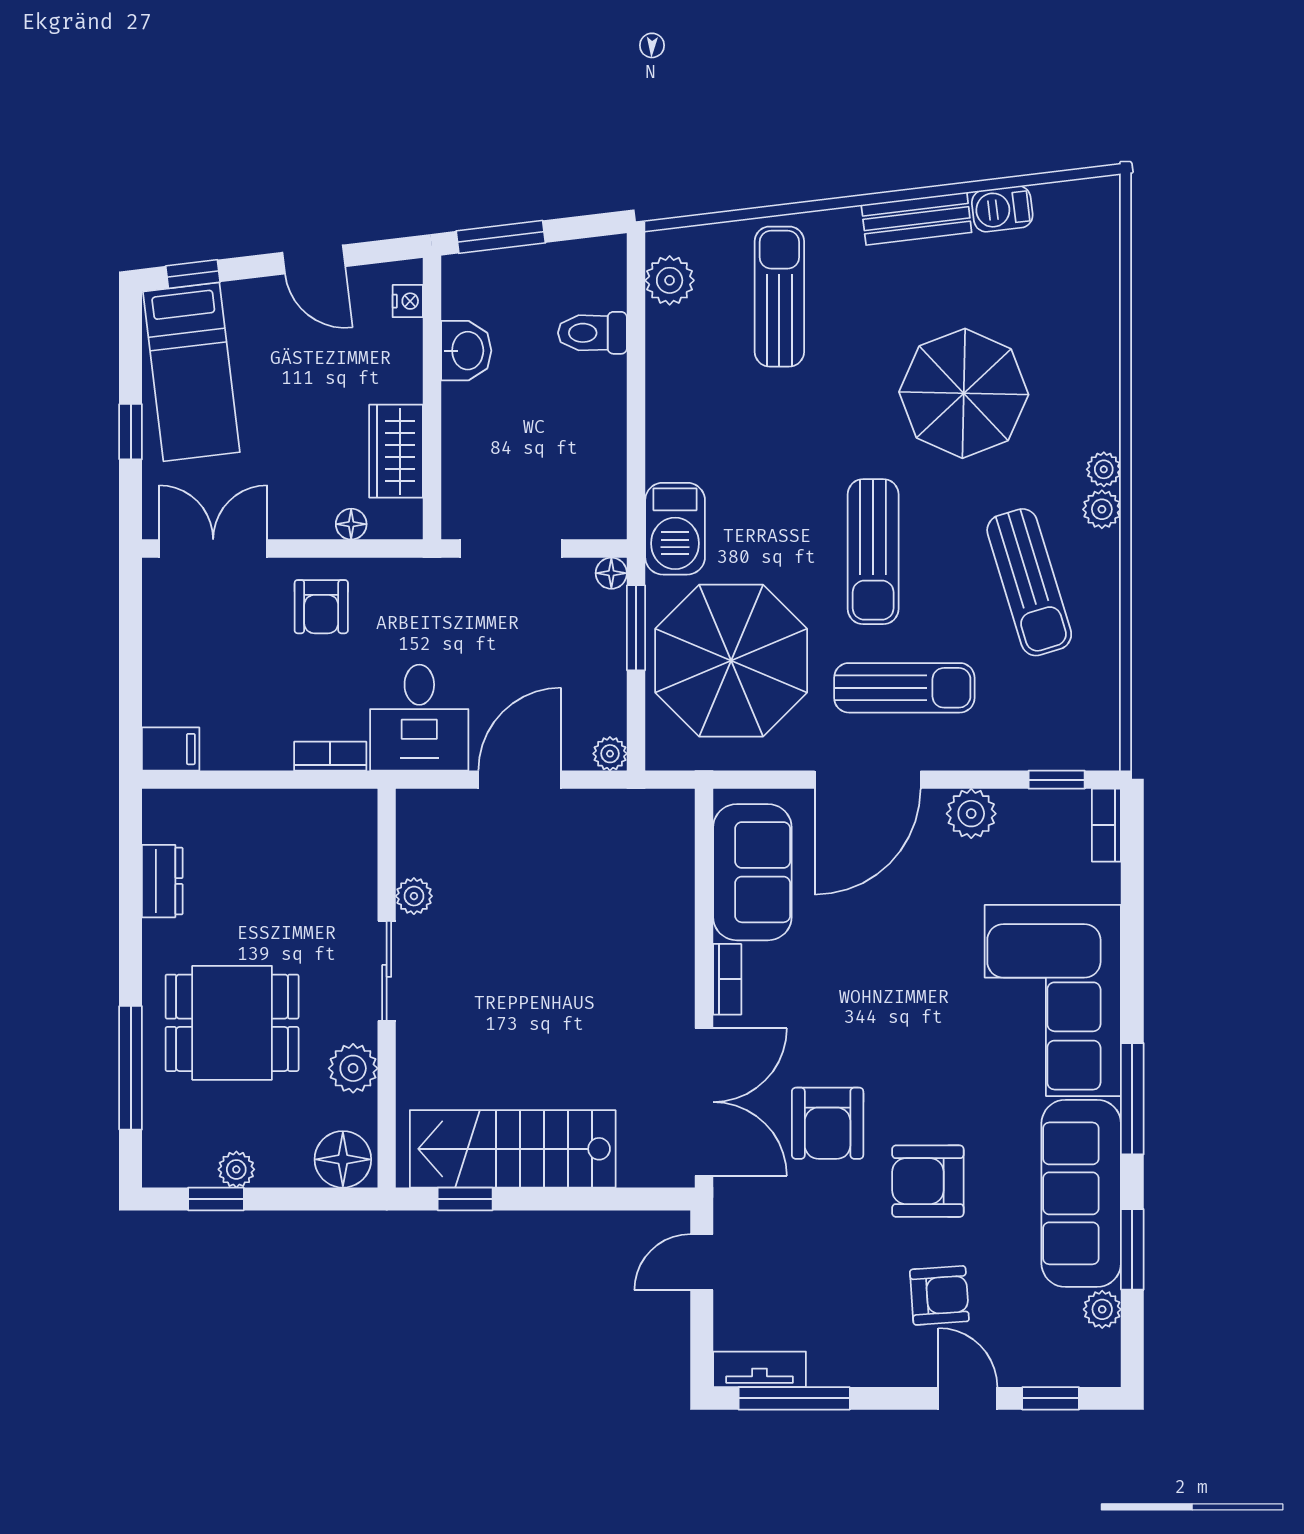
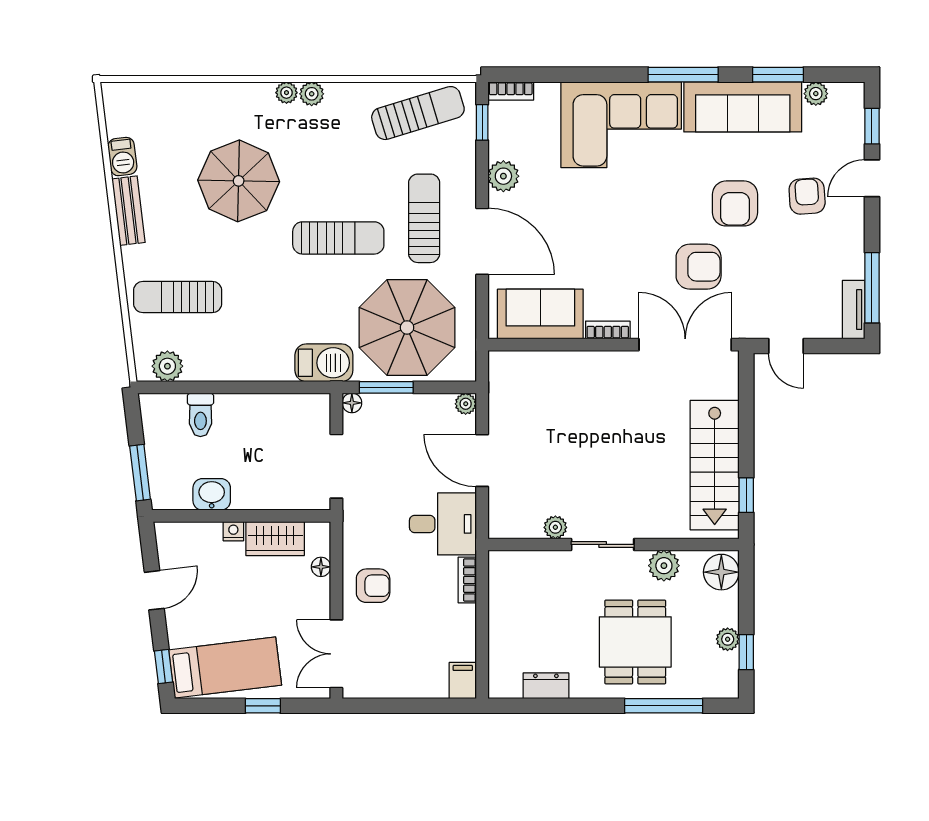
nightstand: (408, 301) -> (233, 531), moved
sun lounger: (1029, 582) -> (418, 113), moved

